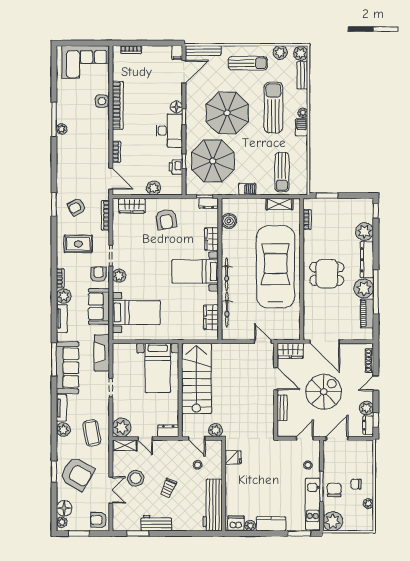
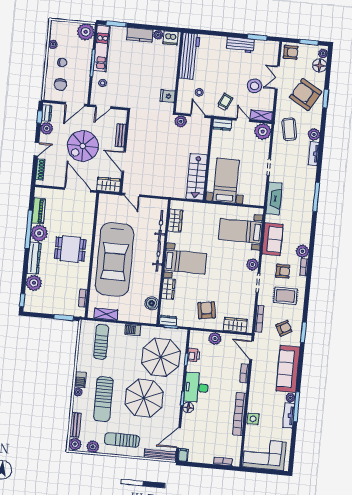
armchair: (99, 274) -> (283, 271), moved, turned -90
tv unit: (62, 318) -> (289, 416), moved
sofa: (68, 368) -> (288, 369), moved
stairs: (196, 378) -> (197, 177), width x0.73, depth x0.66
trolley: (168, 488) -> (225, 102), moved
chair: (334, 490) -> (60, 85), moved

